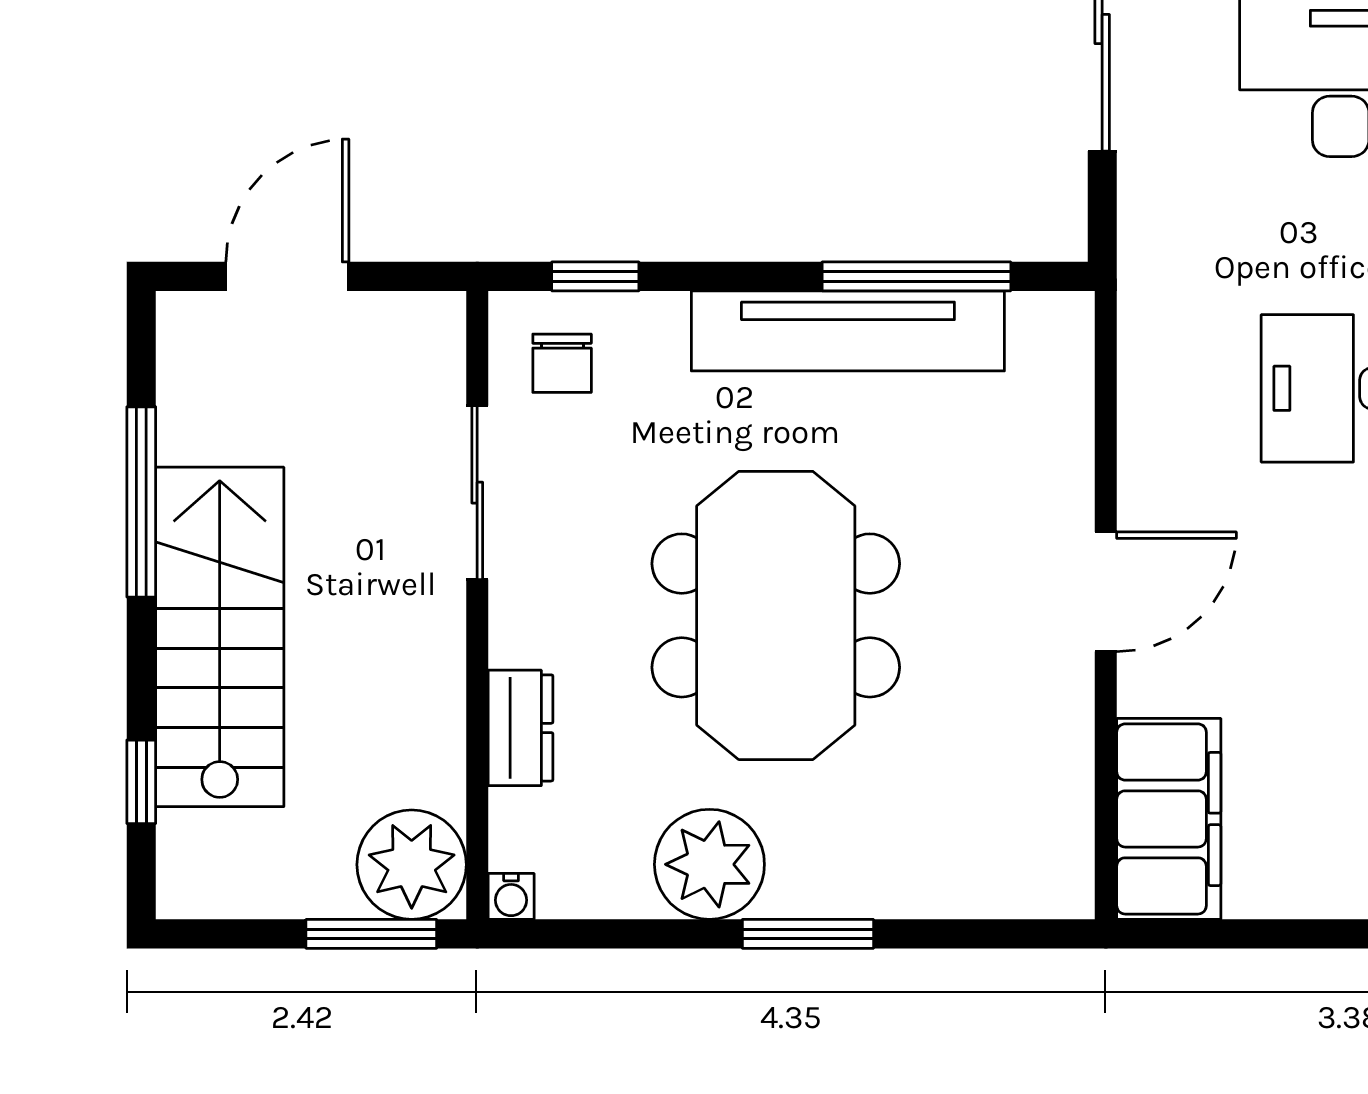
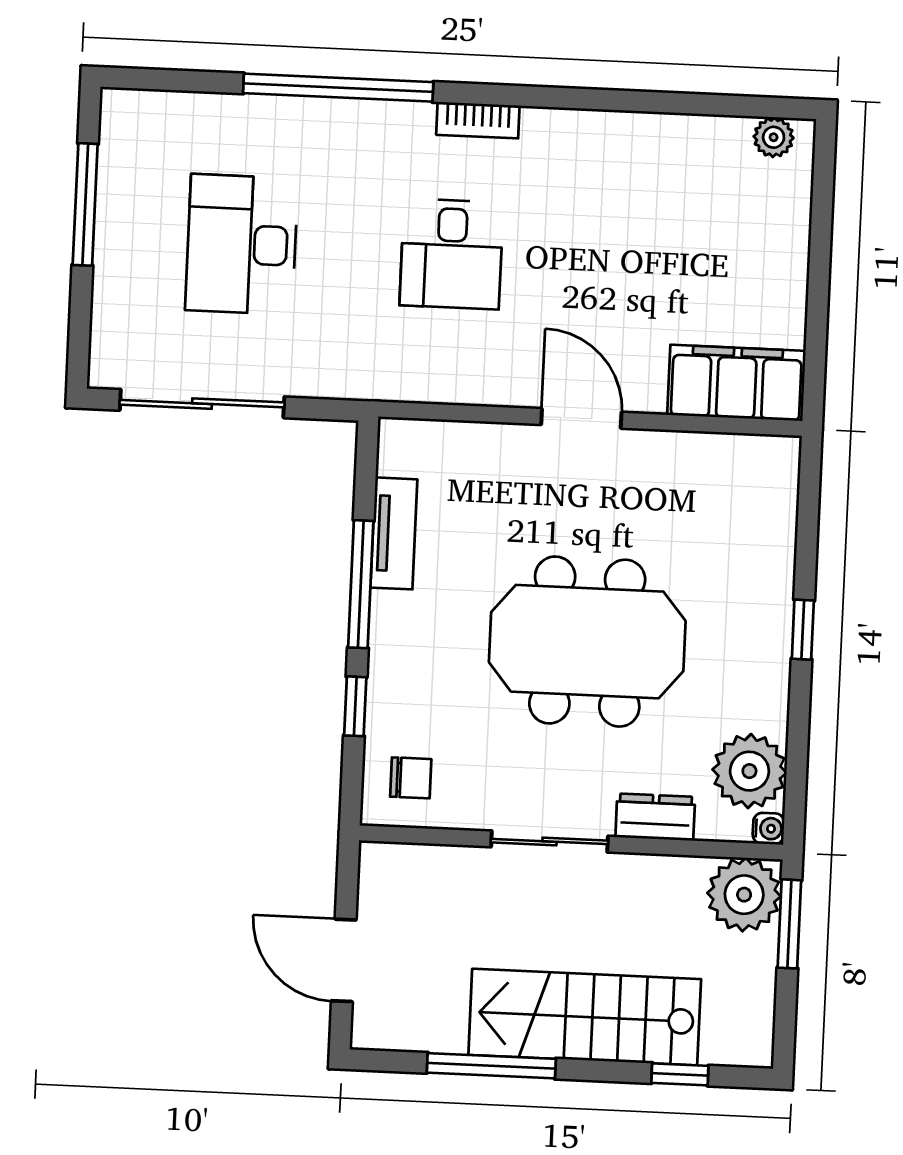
window: (595, 276) -> (355, 706), moved
window: (916, 276) -> (361, 584), moved
tv unit: (848, 331) -> (394, 533), width x0.52, depth x0.78
sliding door: (477, 493) -> (549, 841), moved
plant: (709, 864) -> (749, 771), moved
window: (808, 934) -> (803, 630), width x0.67

